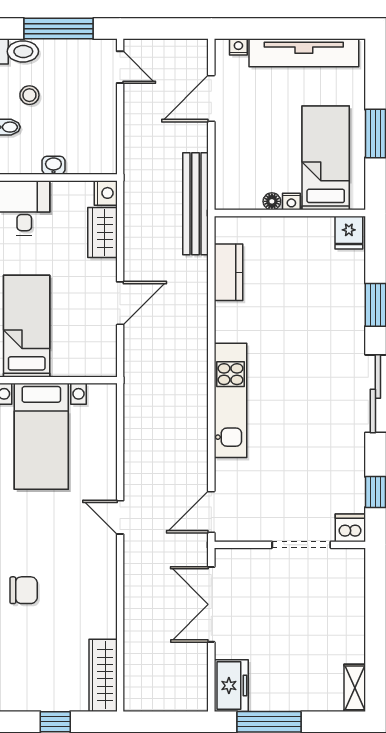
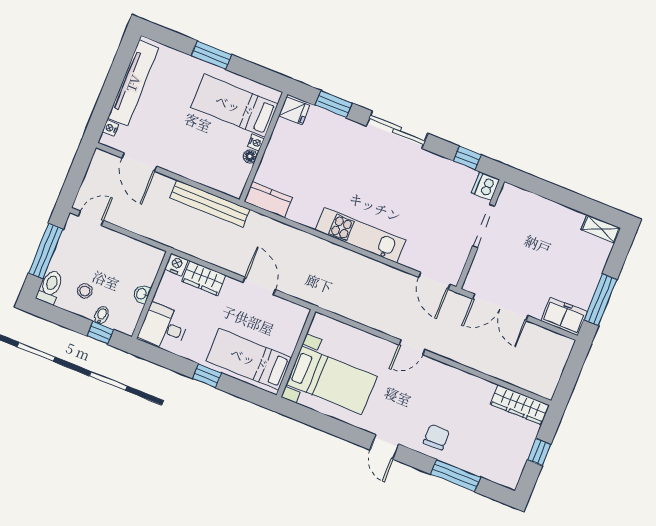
bed: (326, 158) -> (234, 106), moved
floor lamp: (272, 201) -> (250, 156), moved
nightstand: (291, 202) -> (256, 143), moved
wall: (290, 213) -> (263, 147), moved
fridge: (349, 233) -> (294, 110), moved

